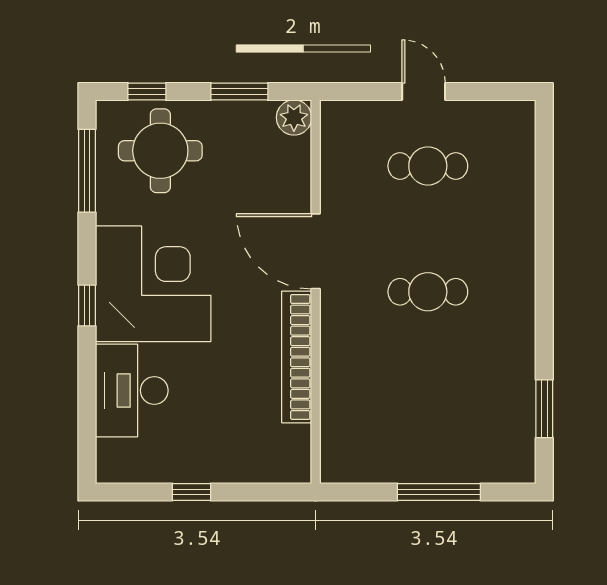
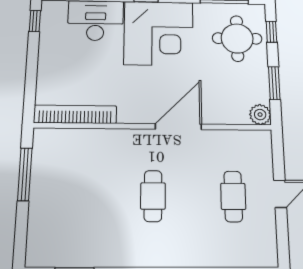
bookcase: (297, 357) -> (75, 114), moved
window: (191, 492) -> (35, 21), moved
window: (439, 492) -> (25, 174), moved

